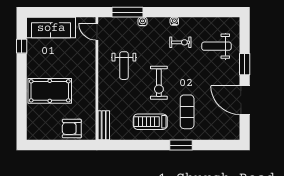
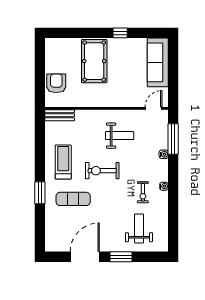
window: (22, 46) -> (120, 33), moved
weight bench: (124, 66) -> (120, 136), turned 180

